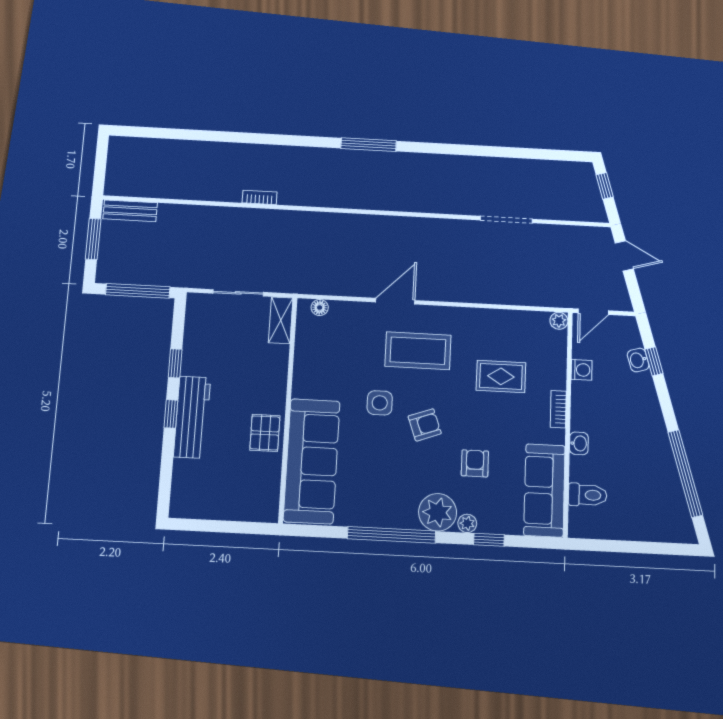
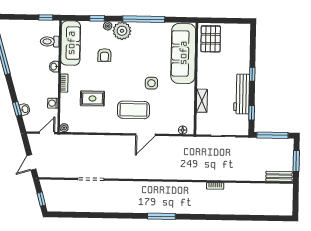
door: (624, 256) -> (31, 162), hinge flipped
shelving: (281, 320) -> (202, 101), moved
window: (175, 363) -> (252, 113), moved
workbench: (192, 417) -> (242, 94), moved
armchair: (425, 425) -> (129, 73), removed
pallet: (265, 433) -> (211, 39), moved, width x1.50, depth x1.42
window: (596, 545) -> (46, 17), added

